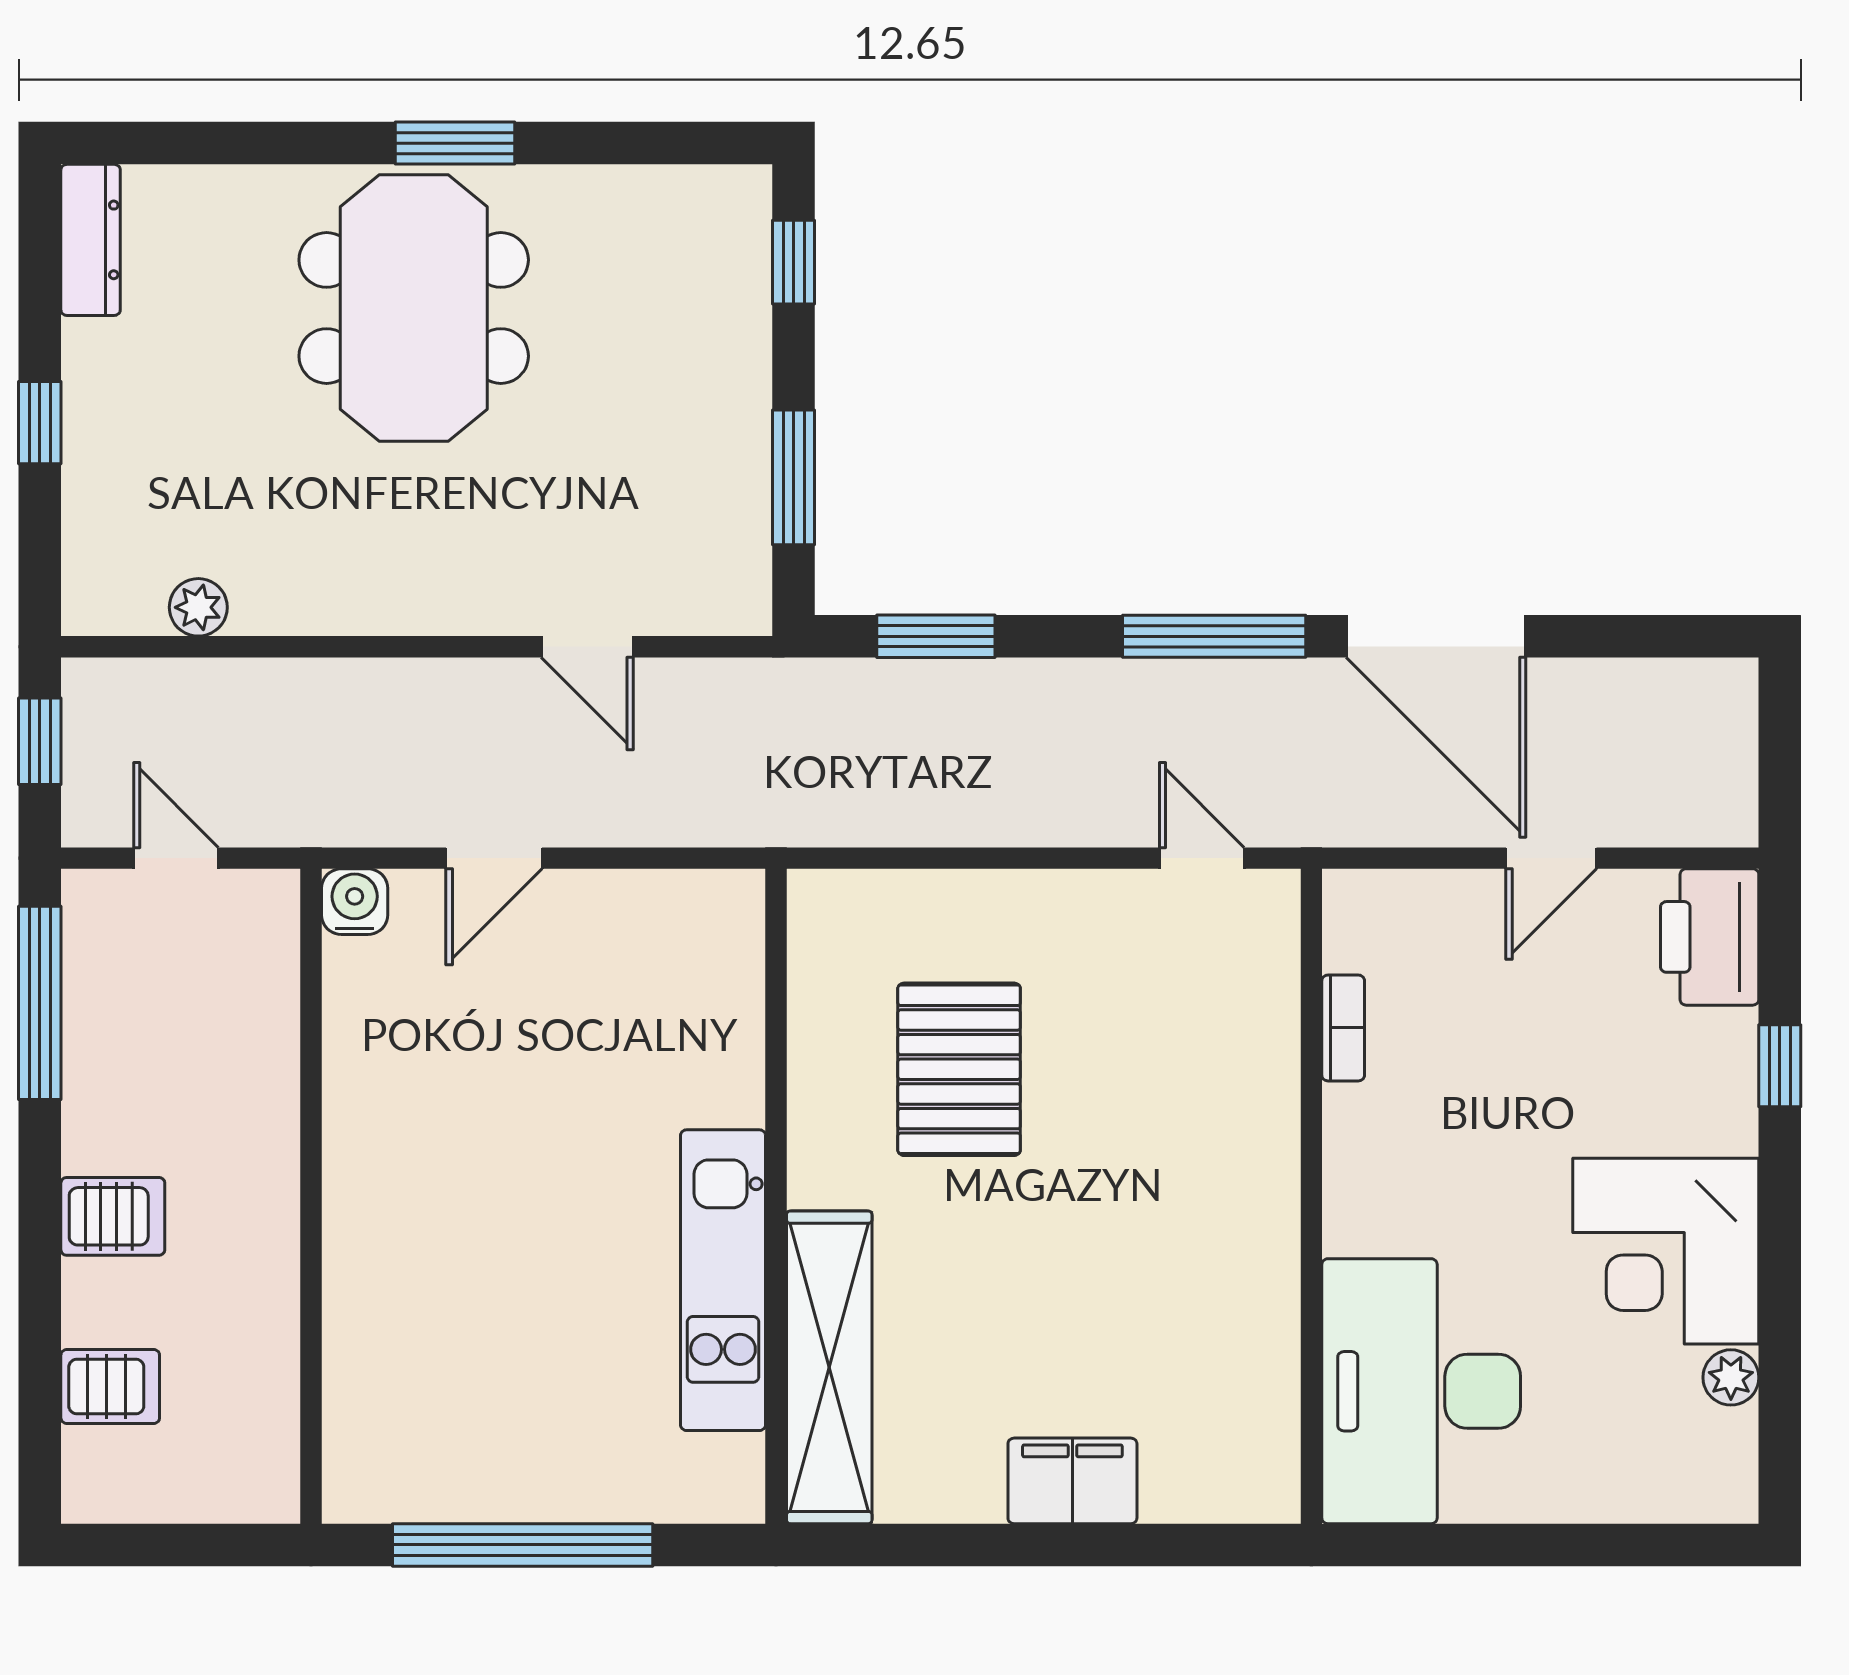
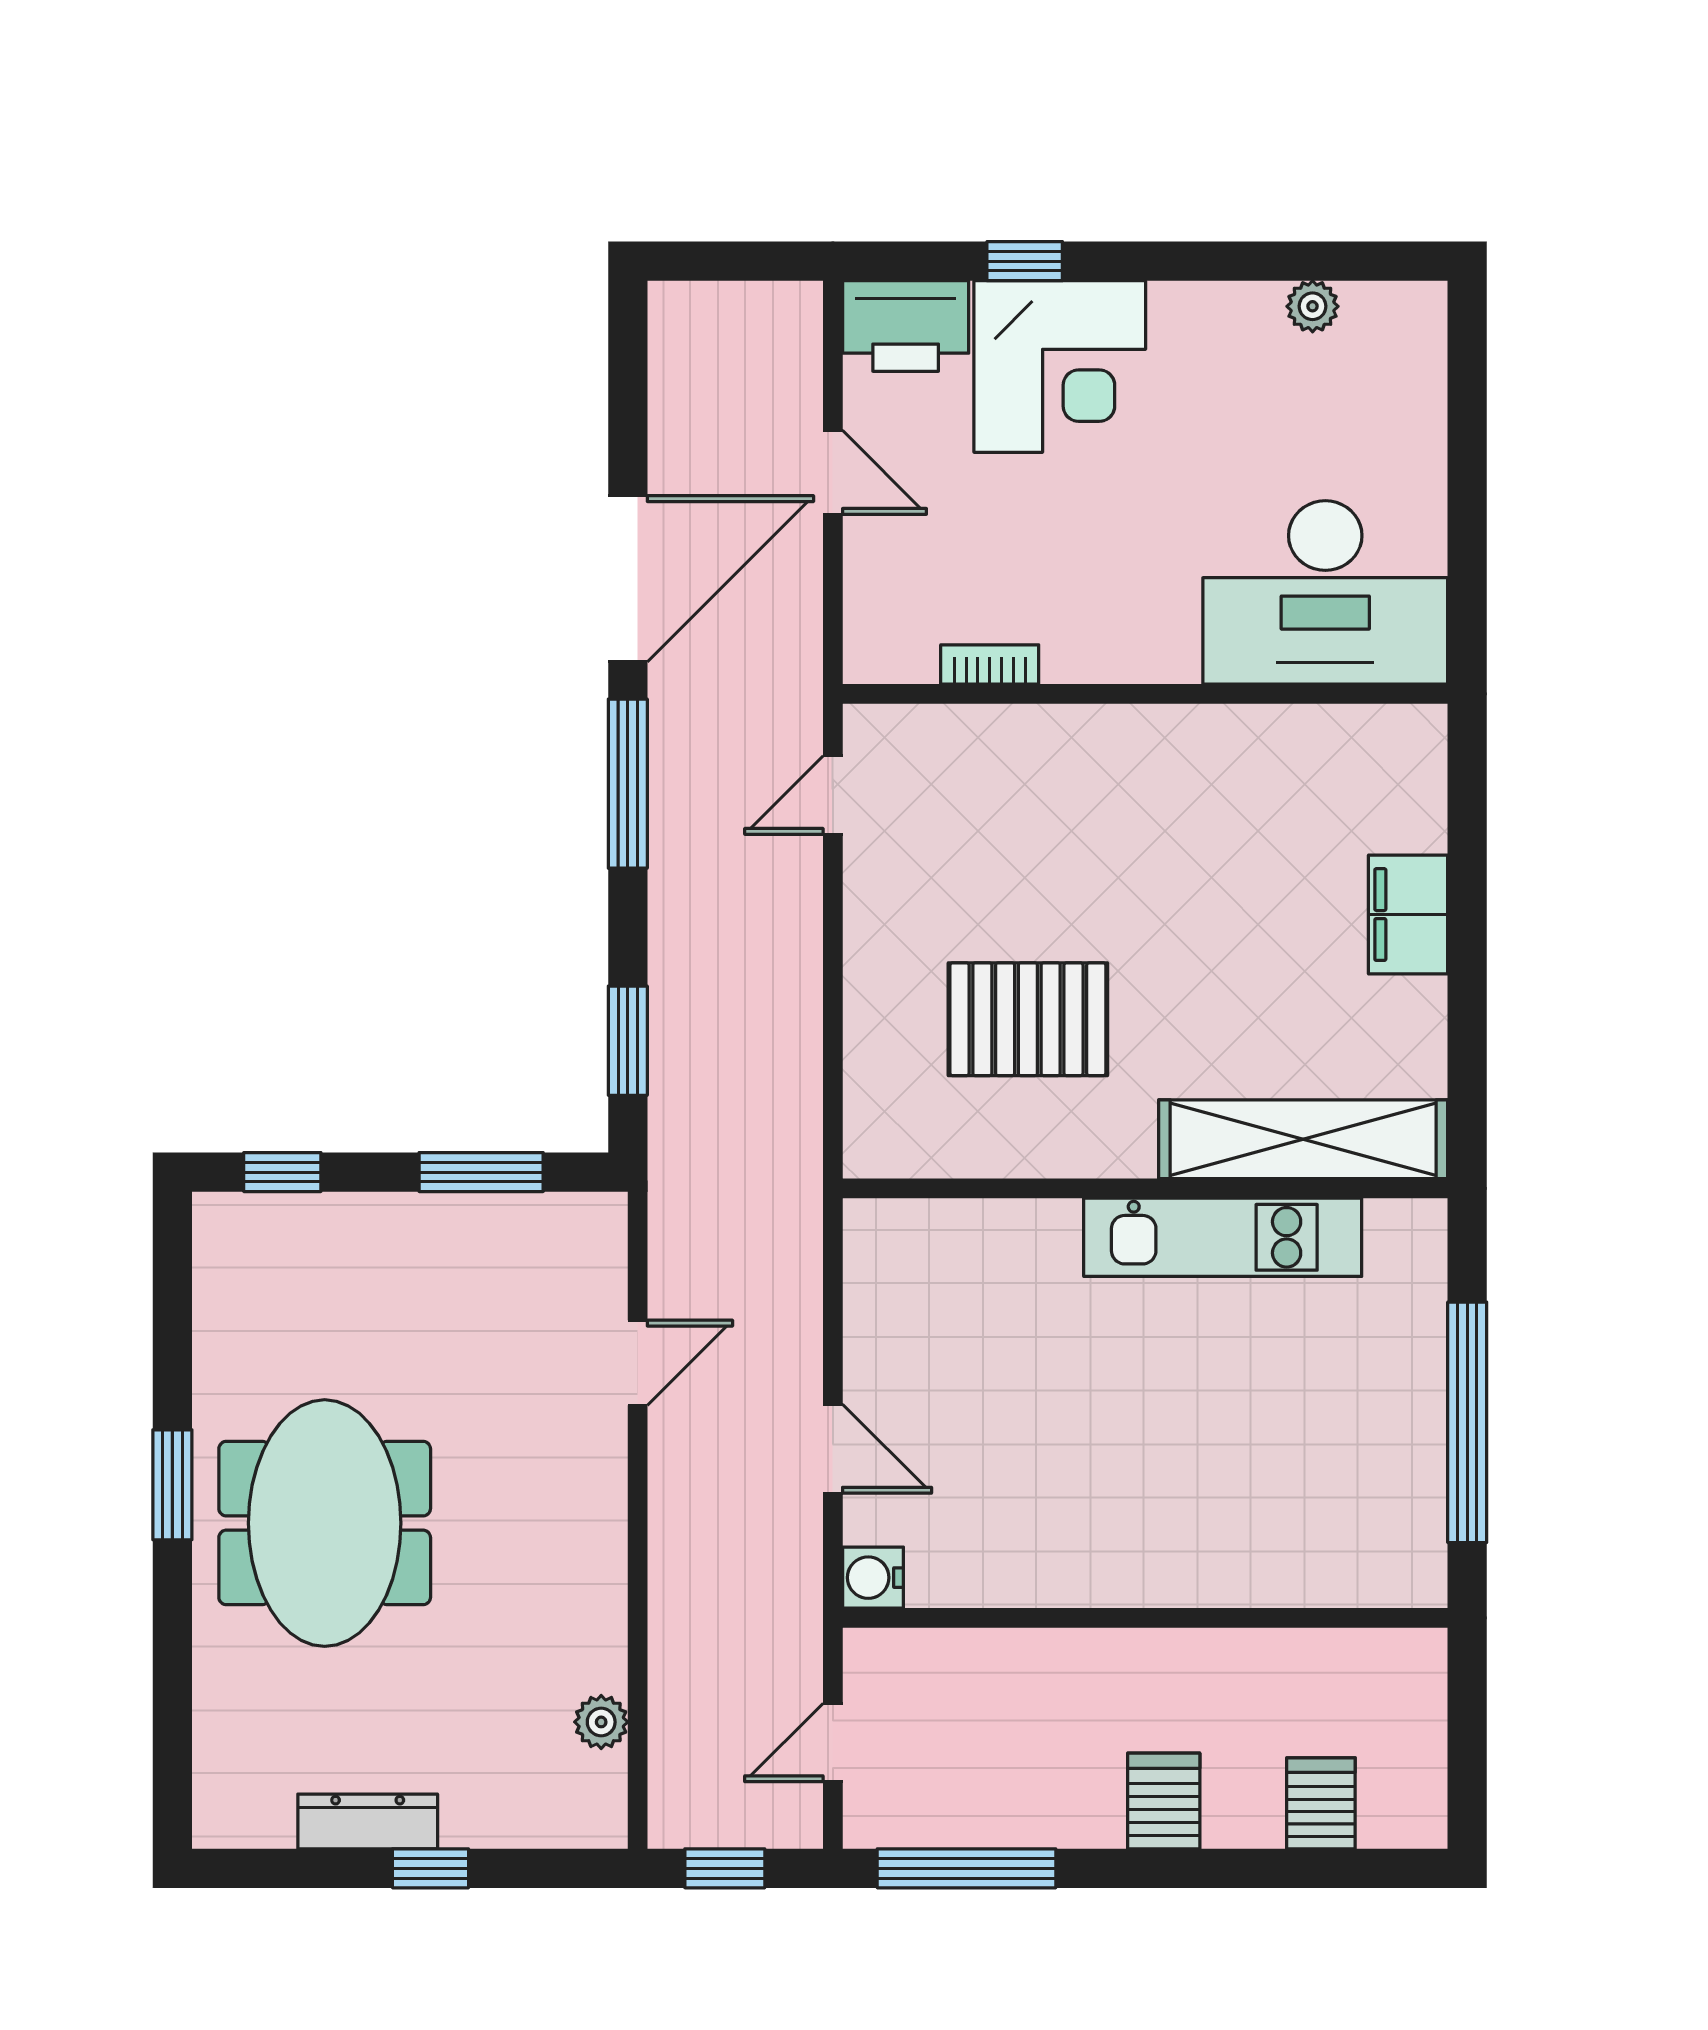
dresser: (91, 240) -> (368, 1821), moved
meeting table: (414, 308) -> (325, 1523), turned 90
corner desk: (1666, 1251) -> (1060, 366), moved

